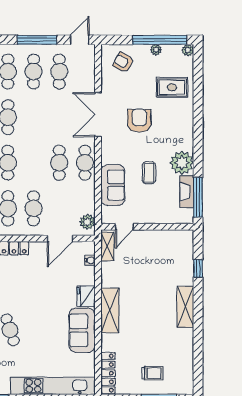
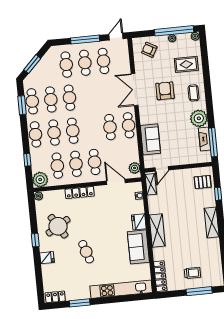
coffee table: (149, 173) -> (194, 93), moved
door: (60, 239) -> (116, 182), swing flipped
pallet: (179, 250) -> (203, 182), added

